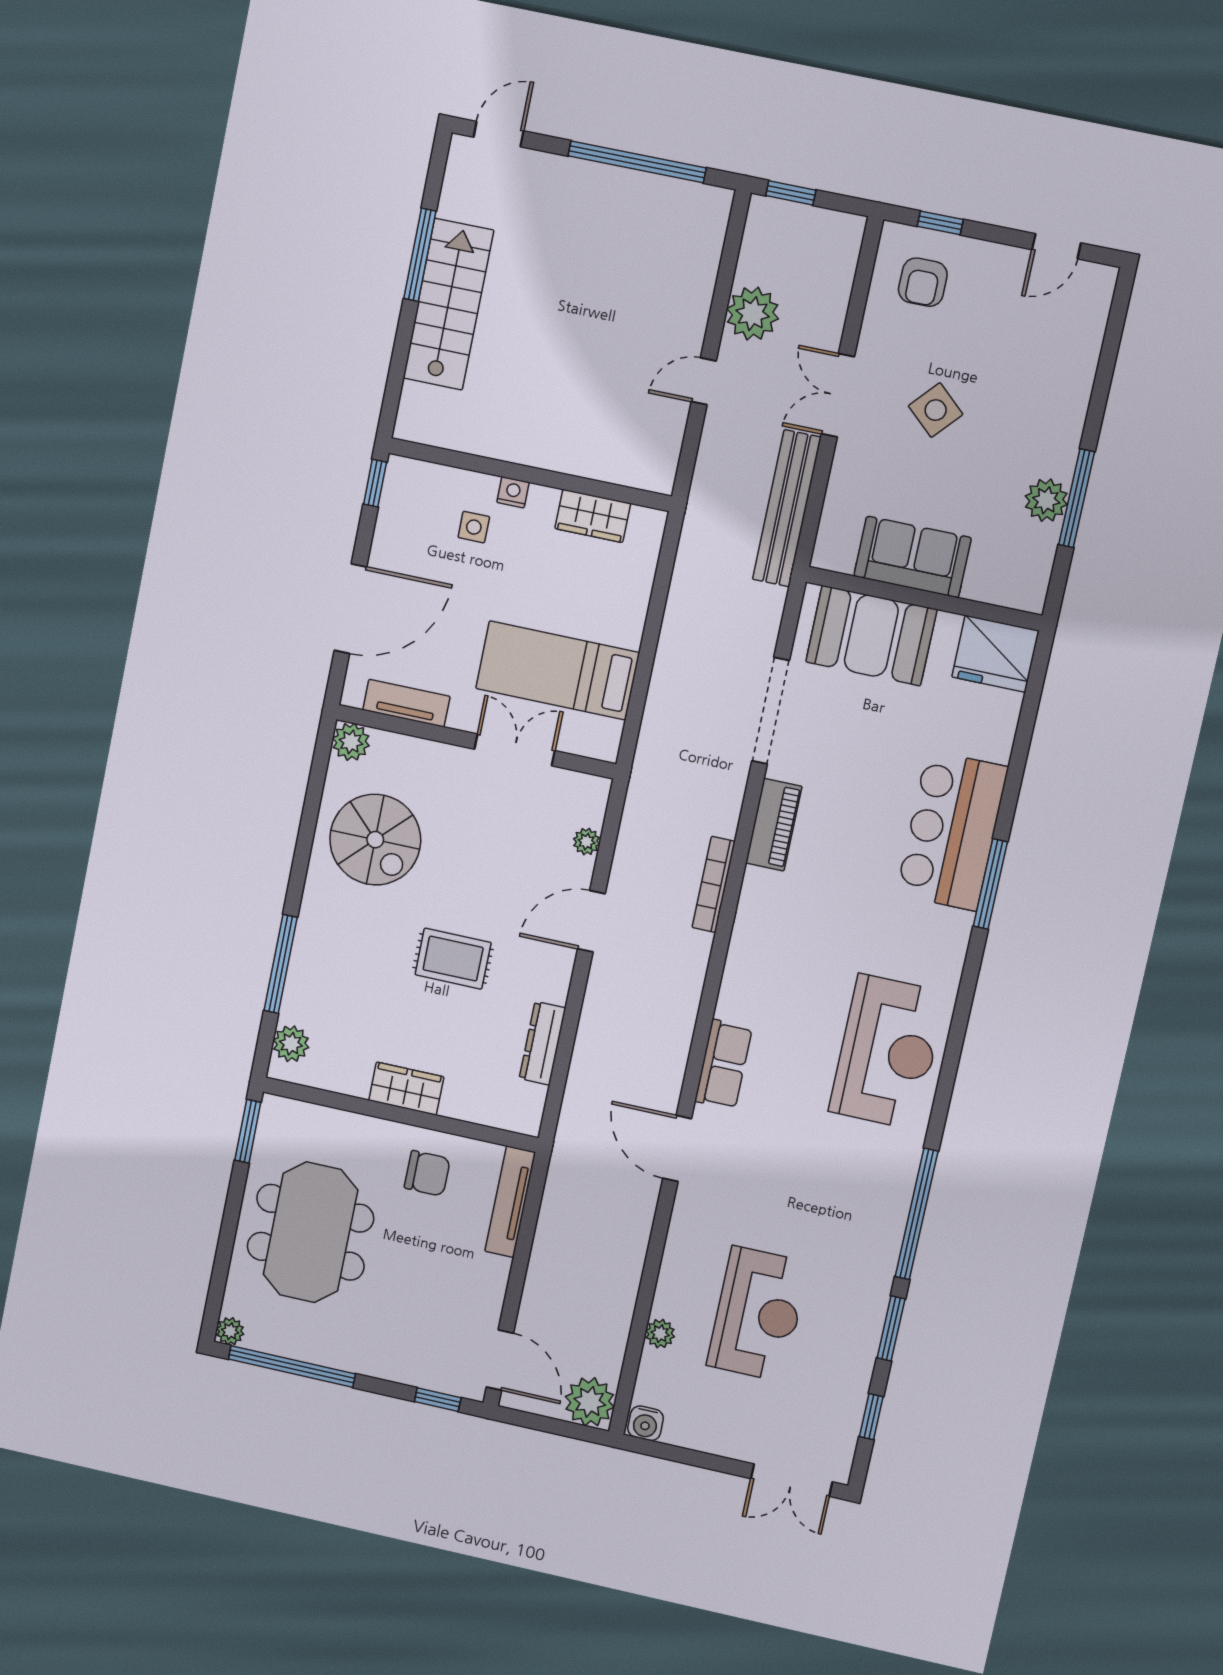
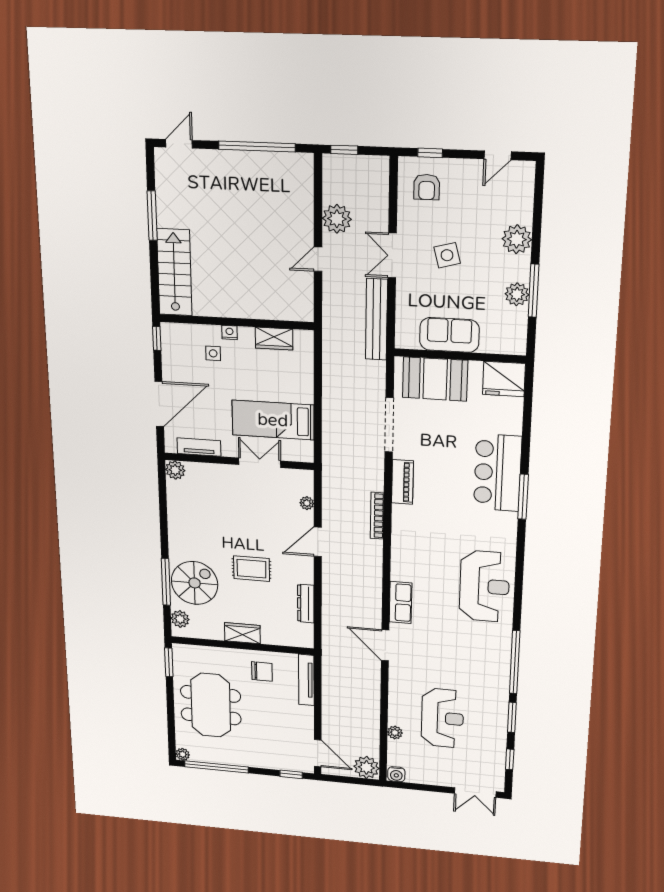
stairs: (448, 304) -> (174, 272), moved
plant: (1063, 400) -> (517, 239), added
side table: (936, 410) -> (447, 255), turned 33
spiral stairs: (375, 840) -> (195, 583), moved, turned -90

